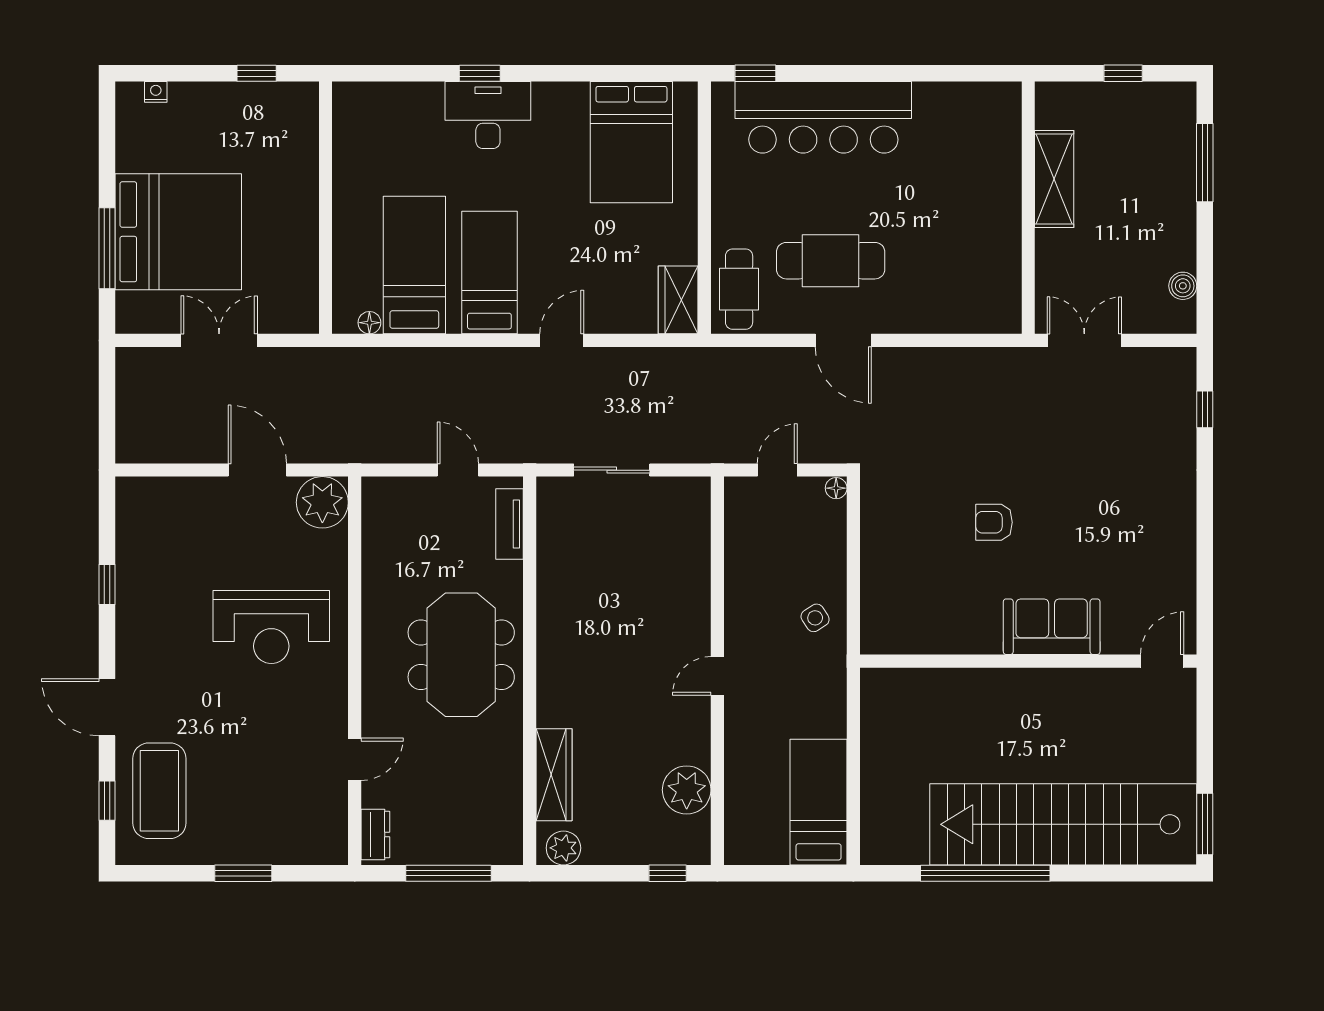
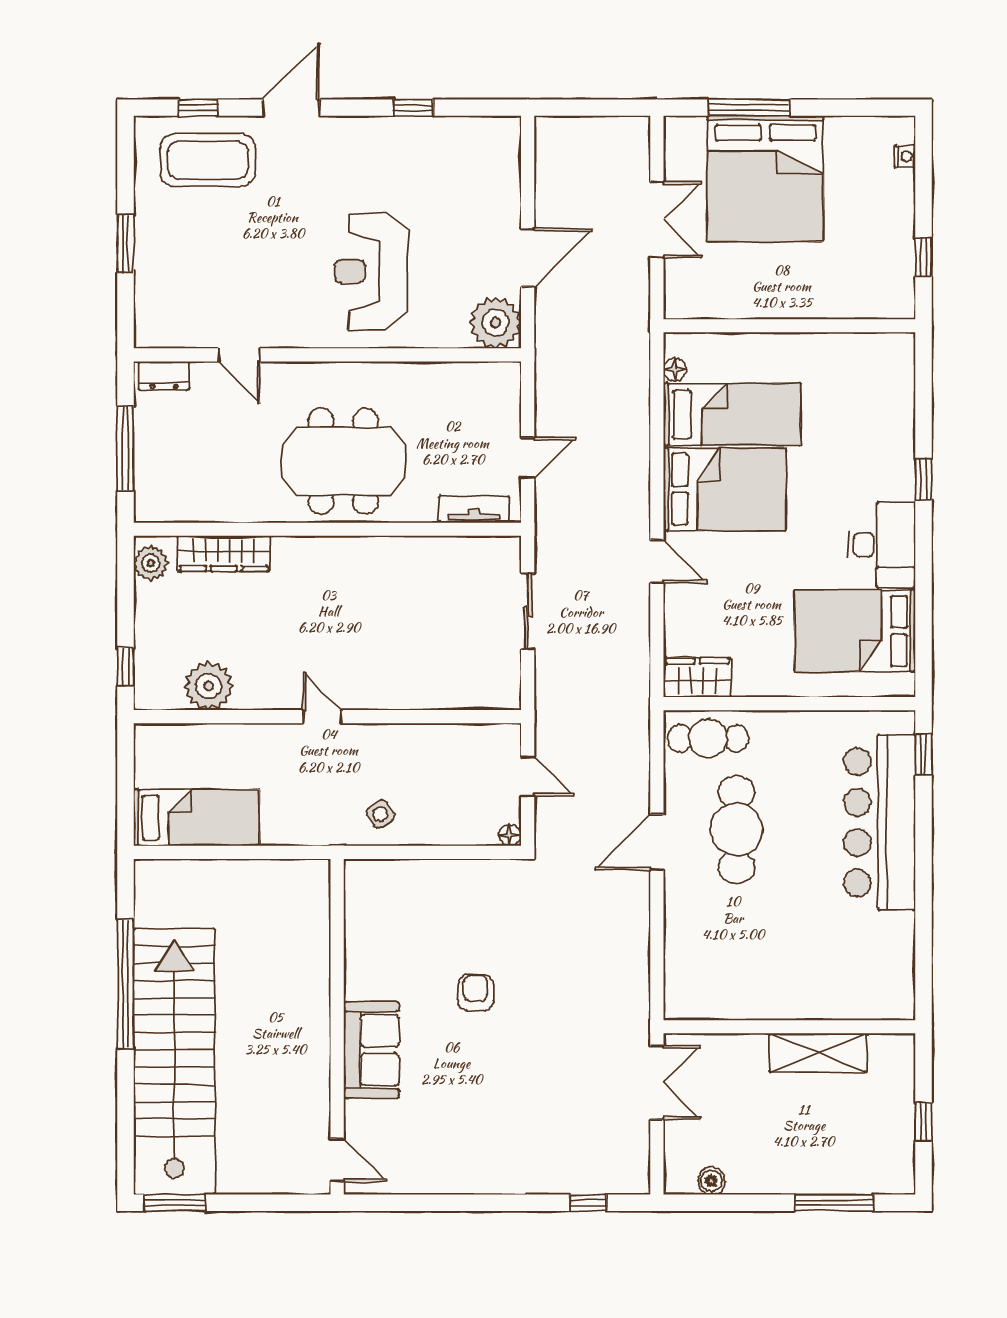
desk: (488, 115) -> (882, 545), moved
bed: (489, 273) -> (725, 489), width x1.50

